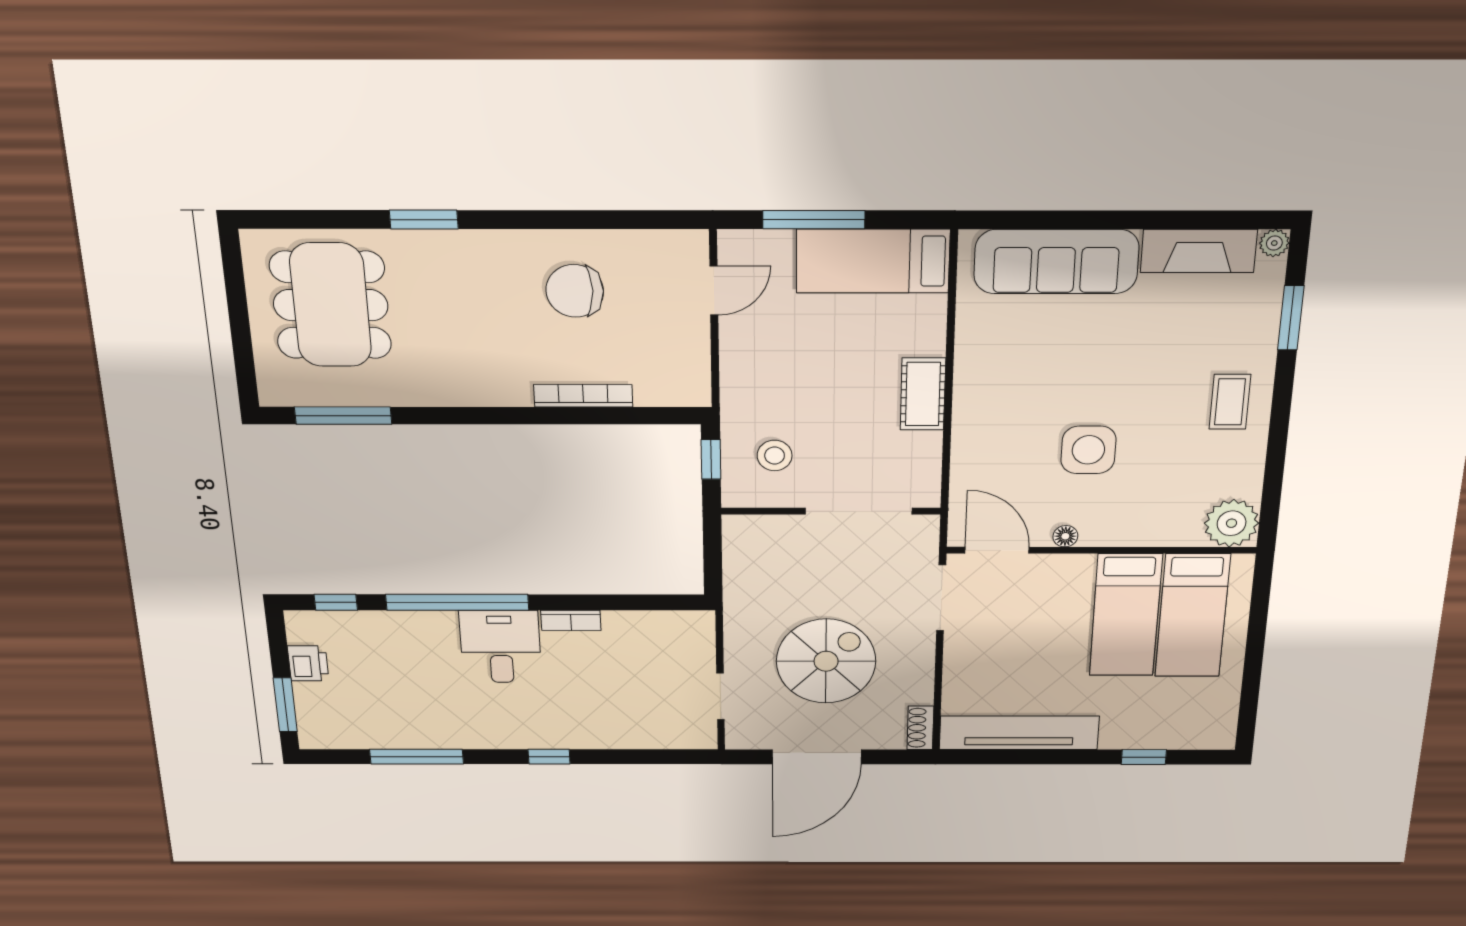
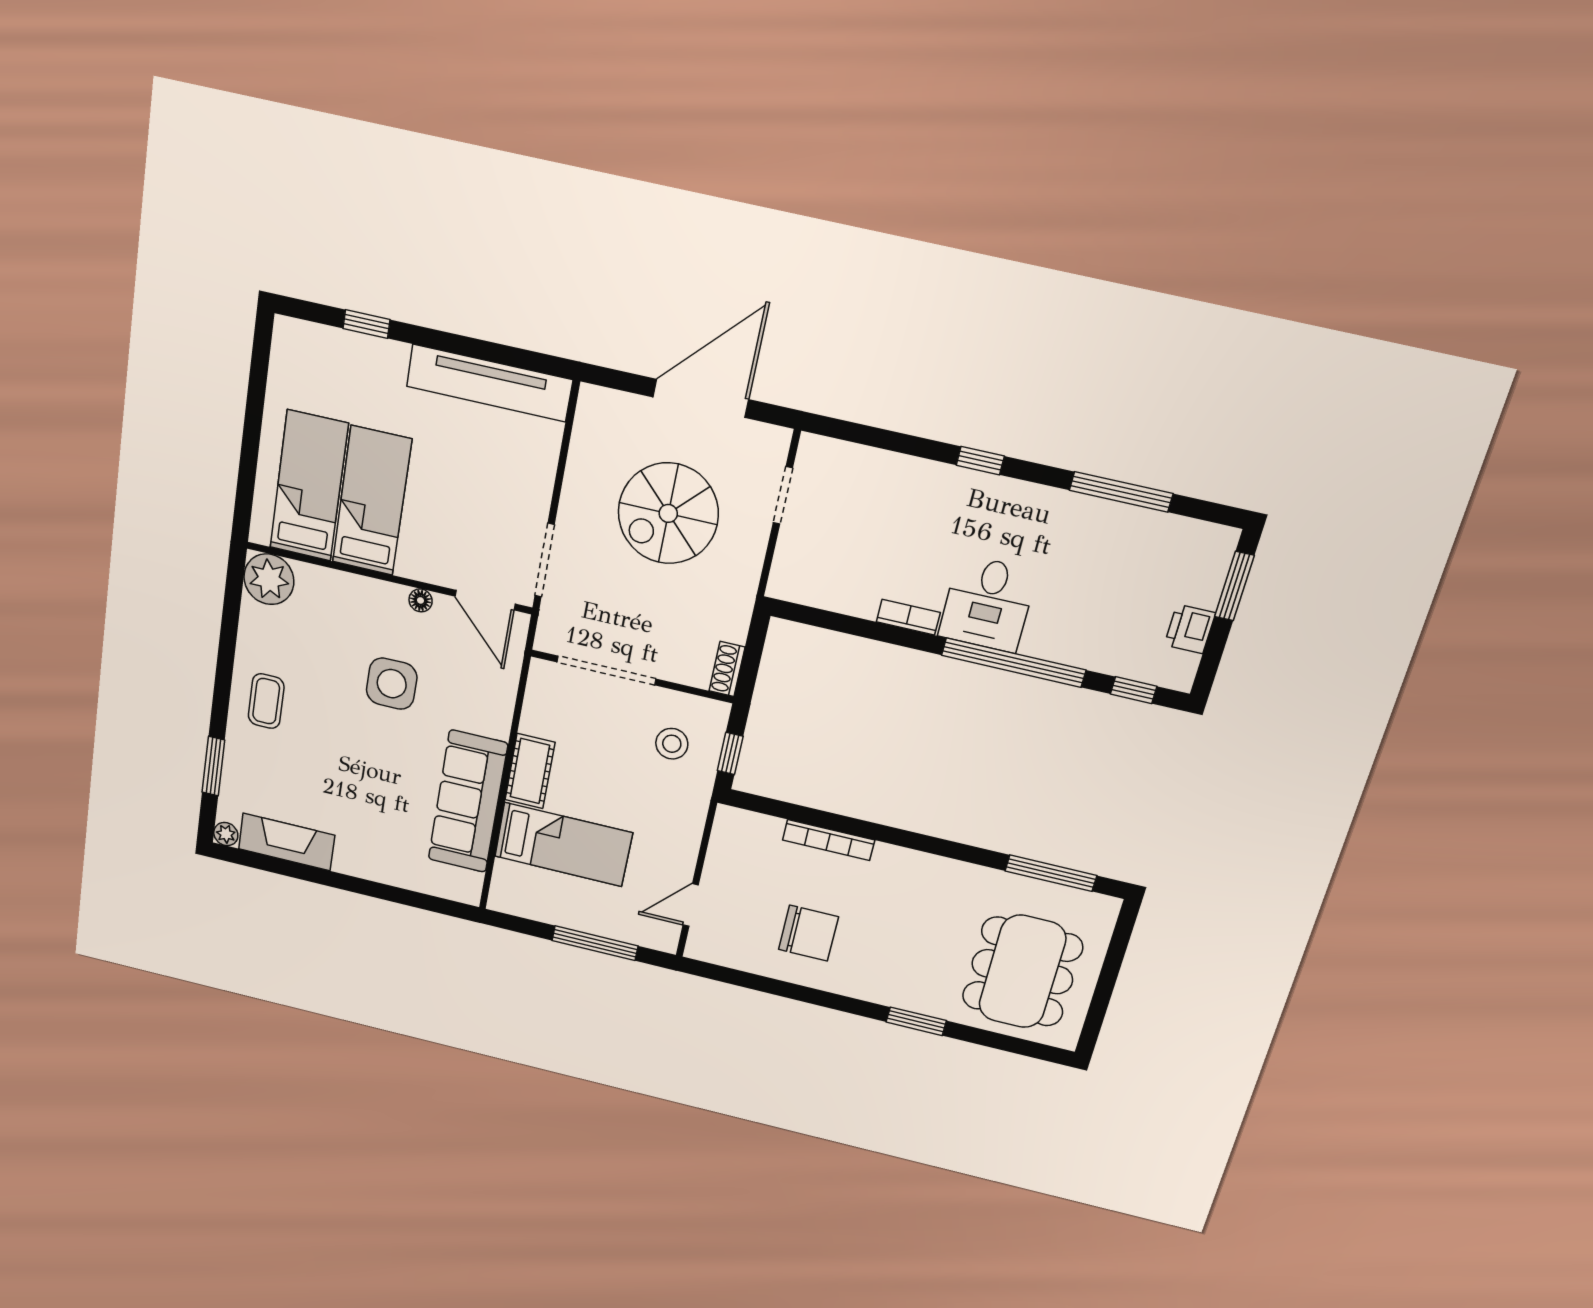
bed: (873, 261) -> (563, 845), moved
sofa: (1056, 262) -> (468, 802), moved, turned -90
shoe rack: (920, 728) -> (727, 669), moved, turned 180

